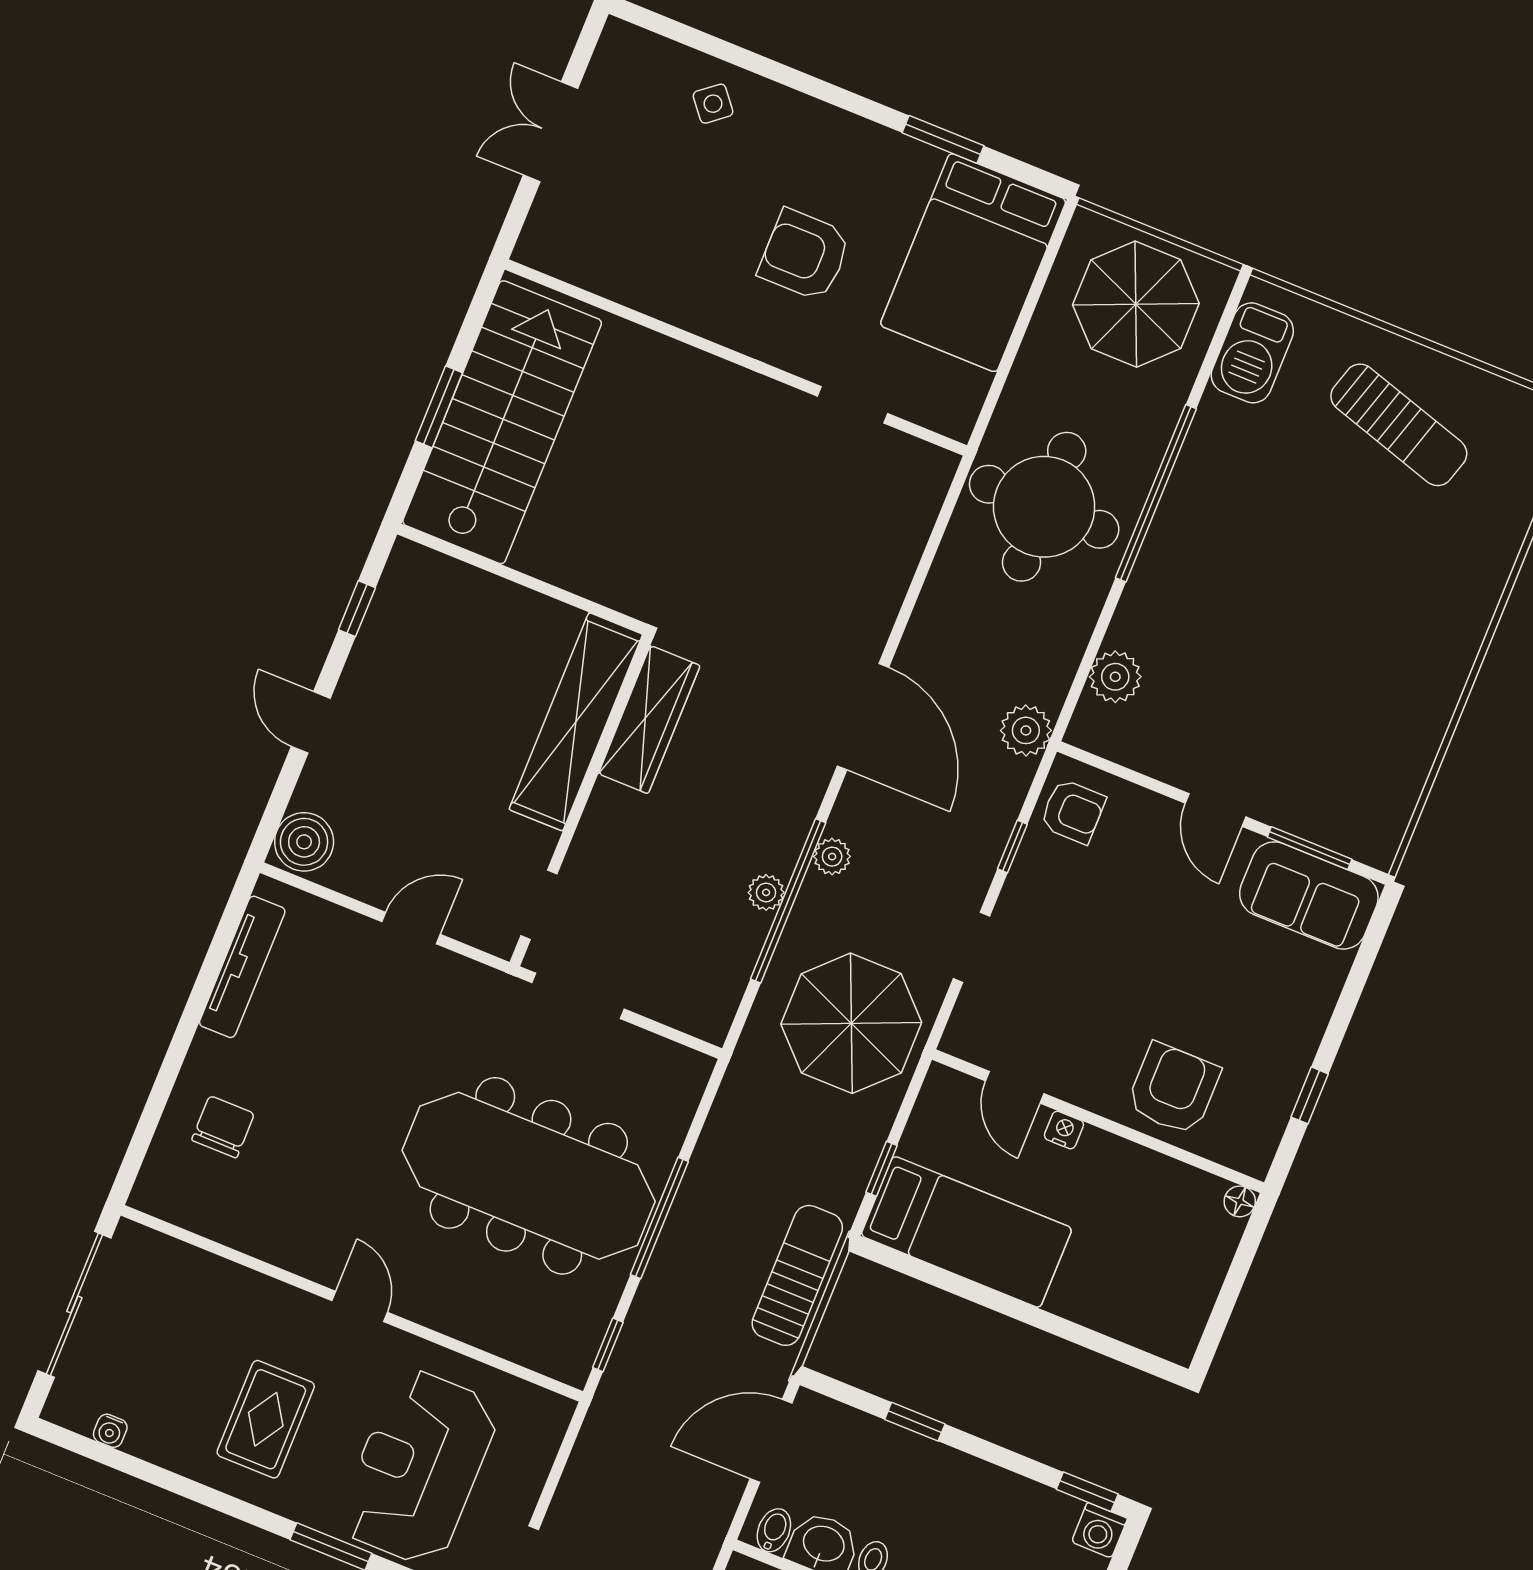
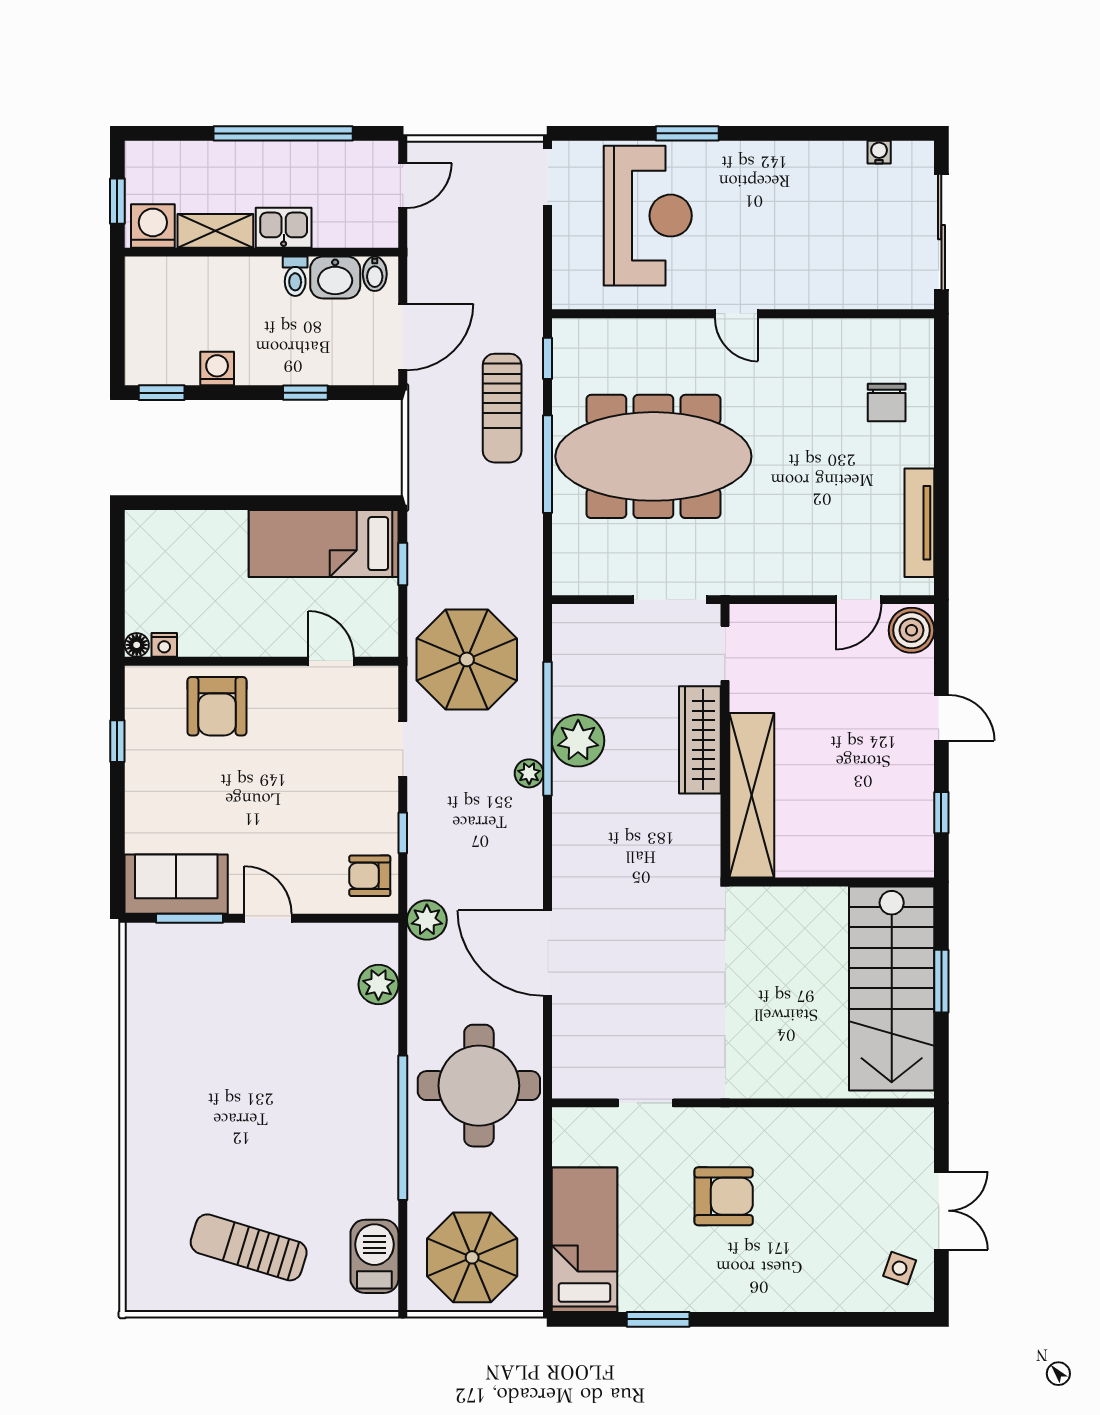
side table: (713, 104) -> (900, 1268), moved, turned -32
bed: (973, 263) -> (584, 1240), width x0.67
door: (863, 717) -> (548, 953), moved
wardrobe: (649, 720) -> (700, 740), moved
plant: (766, 892) -> (578, 741), width x1.88, depth x1.88
door: (411, 928) -> (858, 600), moved
nightstand: (1064, 1130) -> (164, 645), moved
sun lounger: (797, 1275) -> (502, 408), moved
rug: (266, 1419) -> (771, 206), removed
washing machine: (1099, 1530) -> (217, 369), moved

